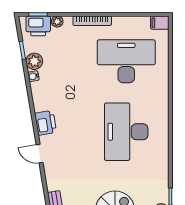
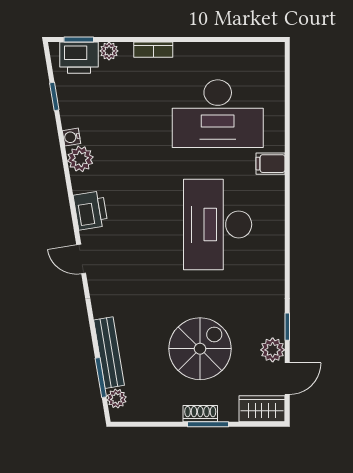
bookcase: (92, 21) -> (153, 50), width x0.64
filing cabinet: (160, 23) -> (271, 164), moved
plant: (34, 61) -> (80, 159), moved
desk: (126, 61) -> (218, 114), turned 180

